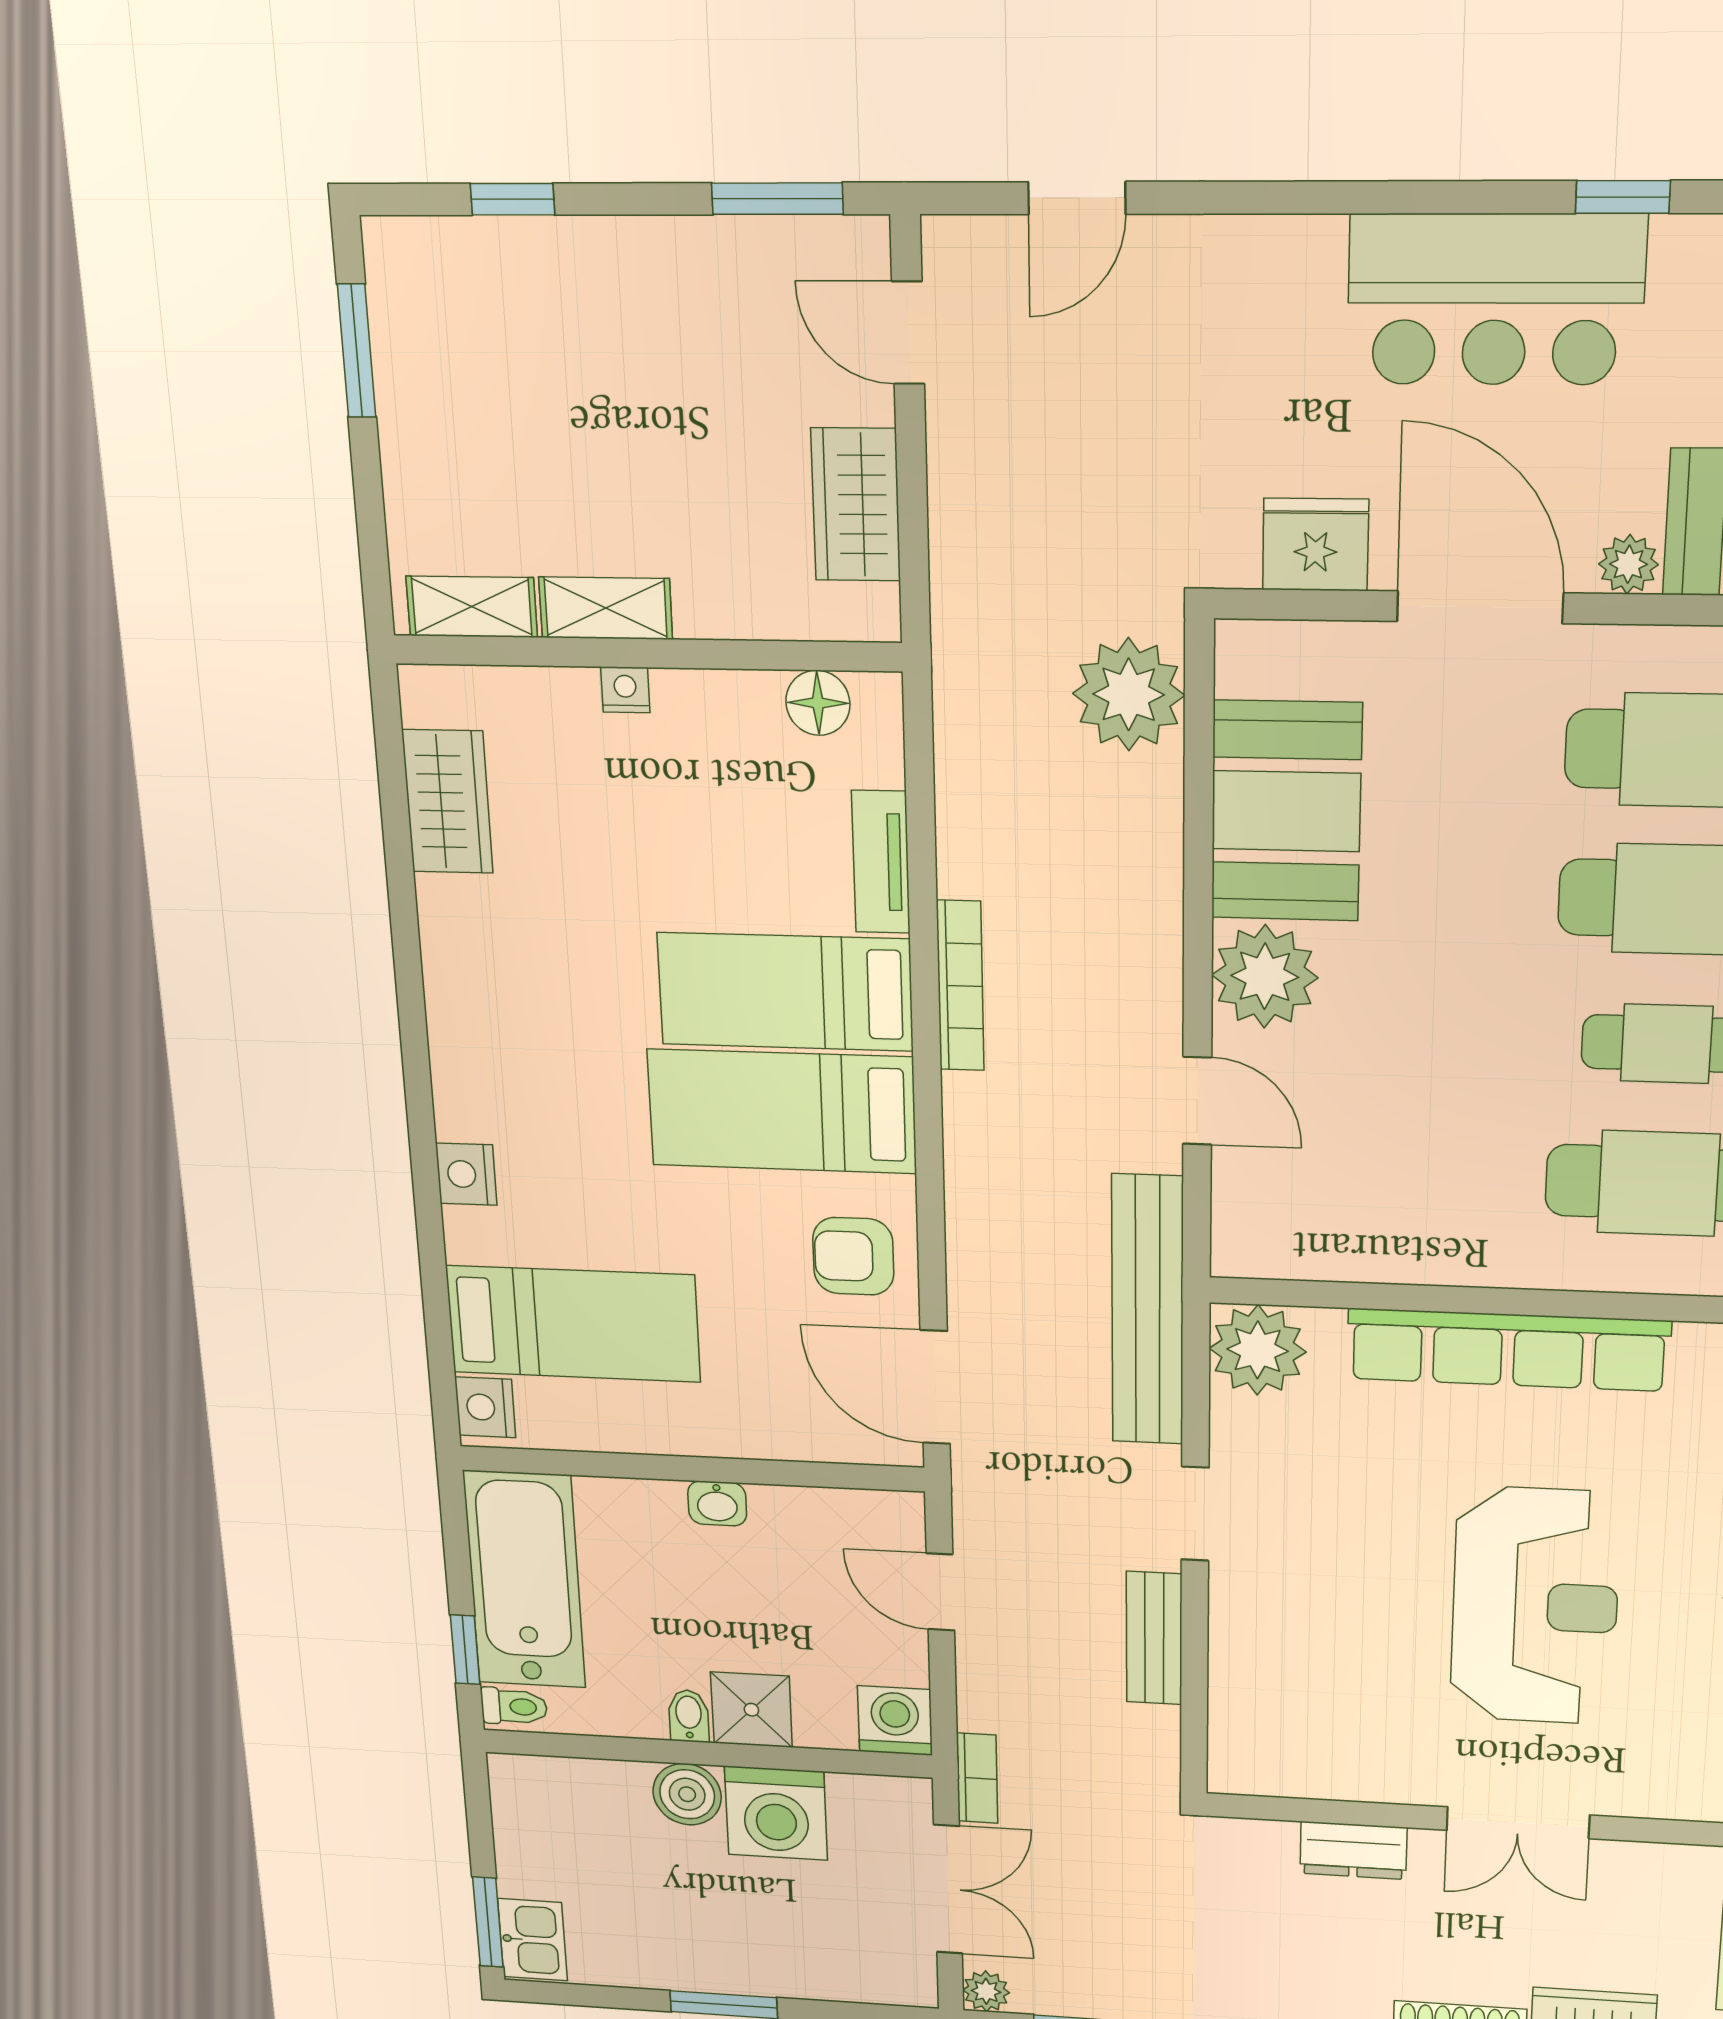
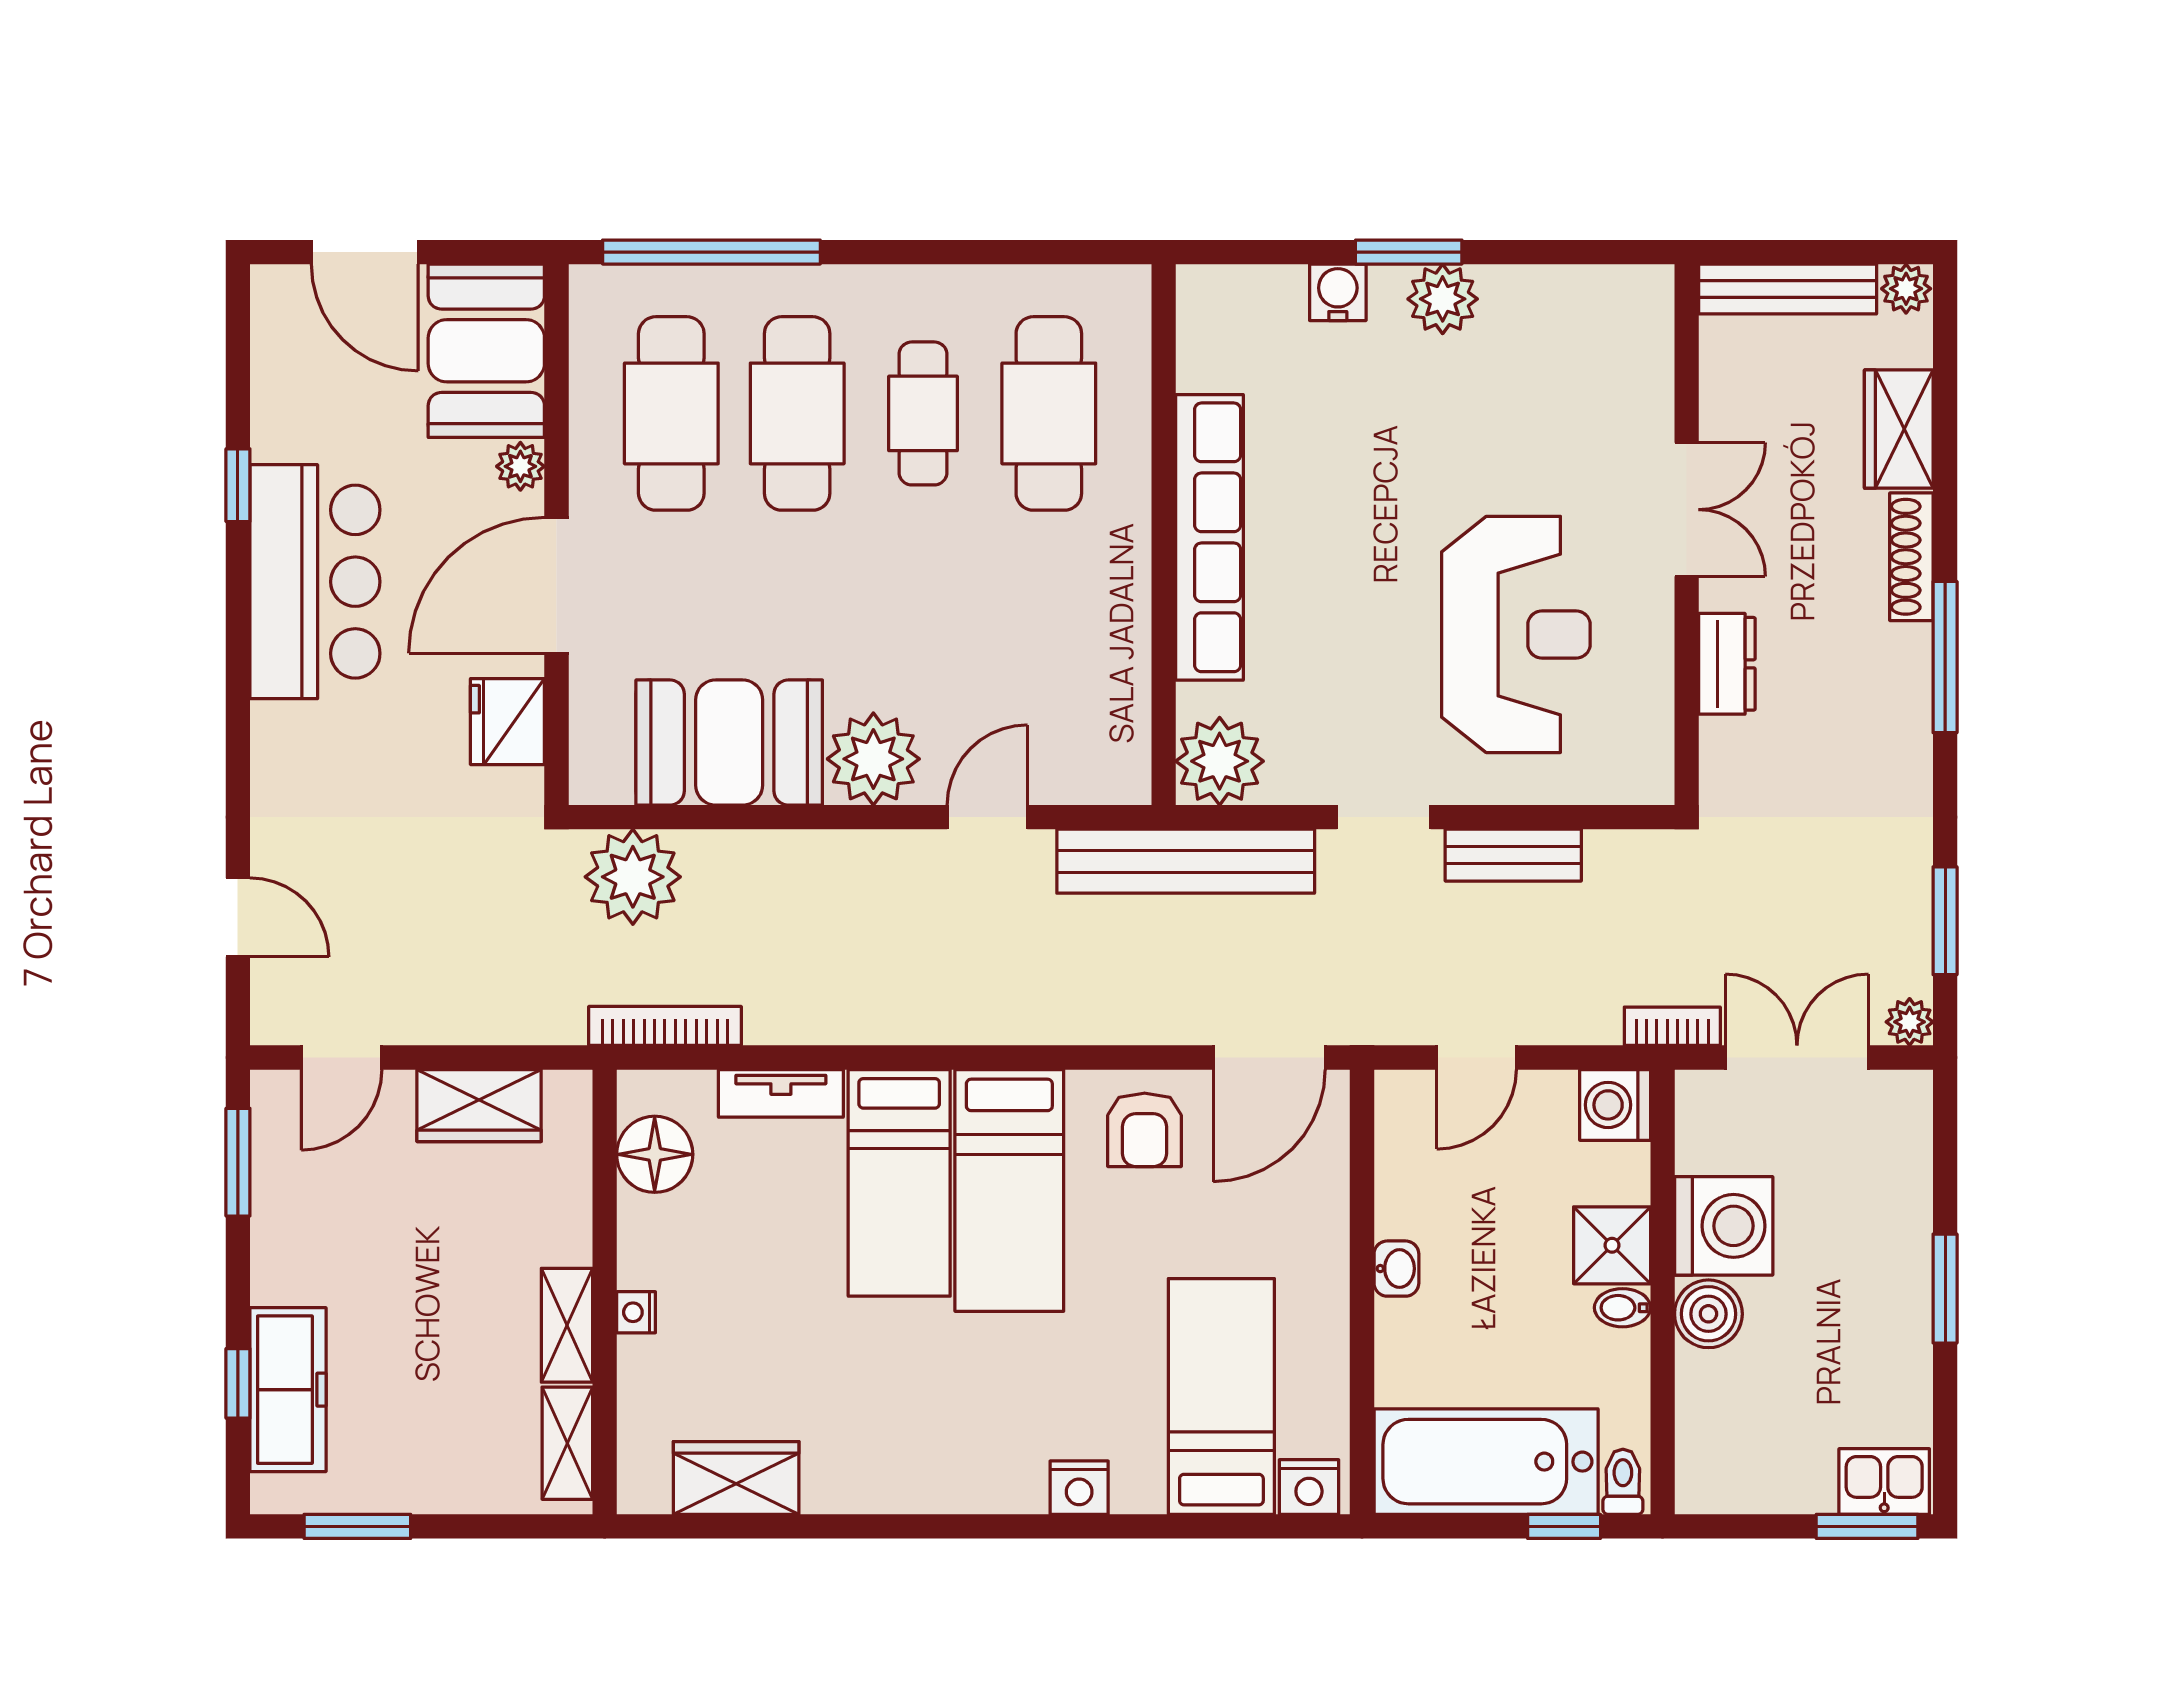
freezer: (509, 264) -> (288, 1390), added
floor lamp: (818, 703) -> (655, 1154), width x1.38, depth x1.38
bookcase: (960, 986) -> (665, 1026), moved
reception desk: (1535, 1606) -> (1516, 634), moved, turned 90

